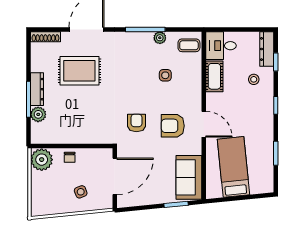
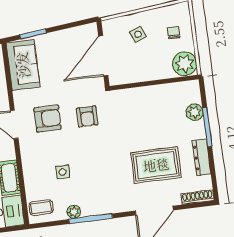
dresser: (37, 89) -> (202, 157), moved
chair: (70, 157) -> (174, 33), moved

